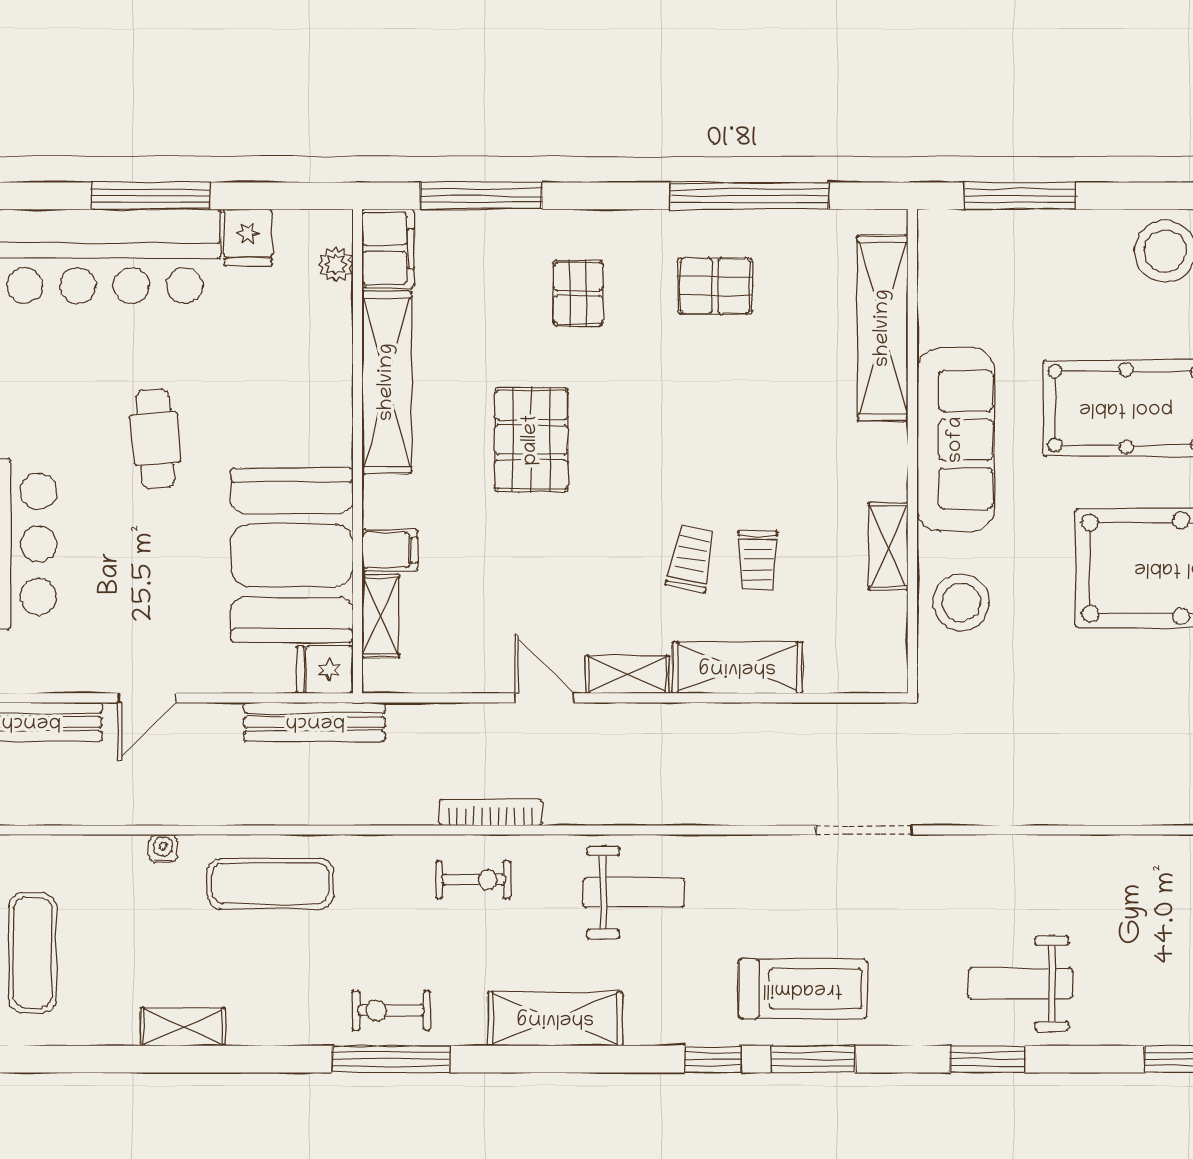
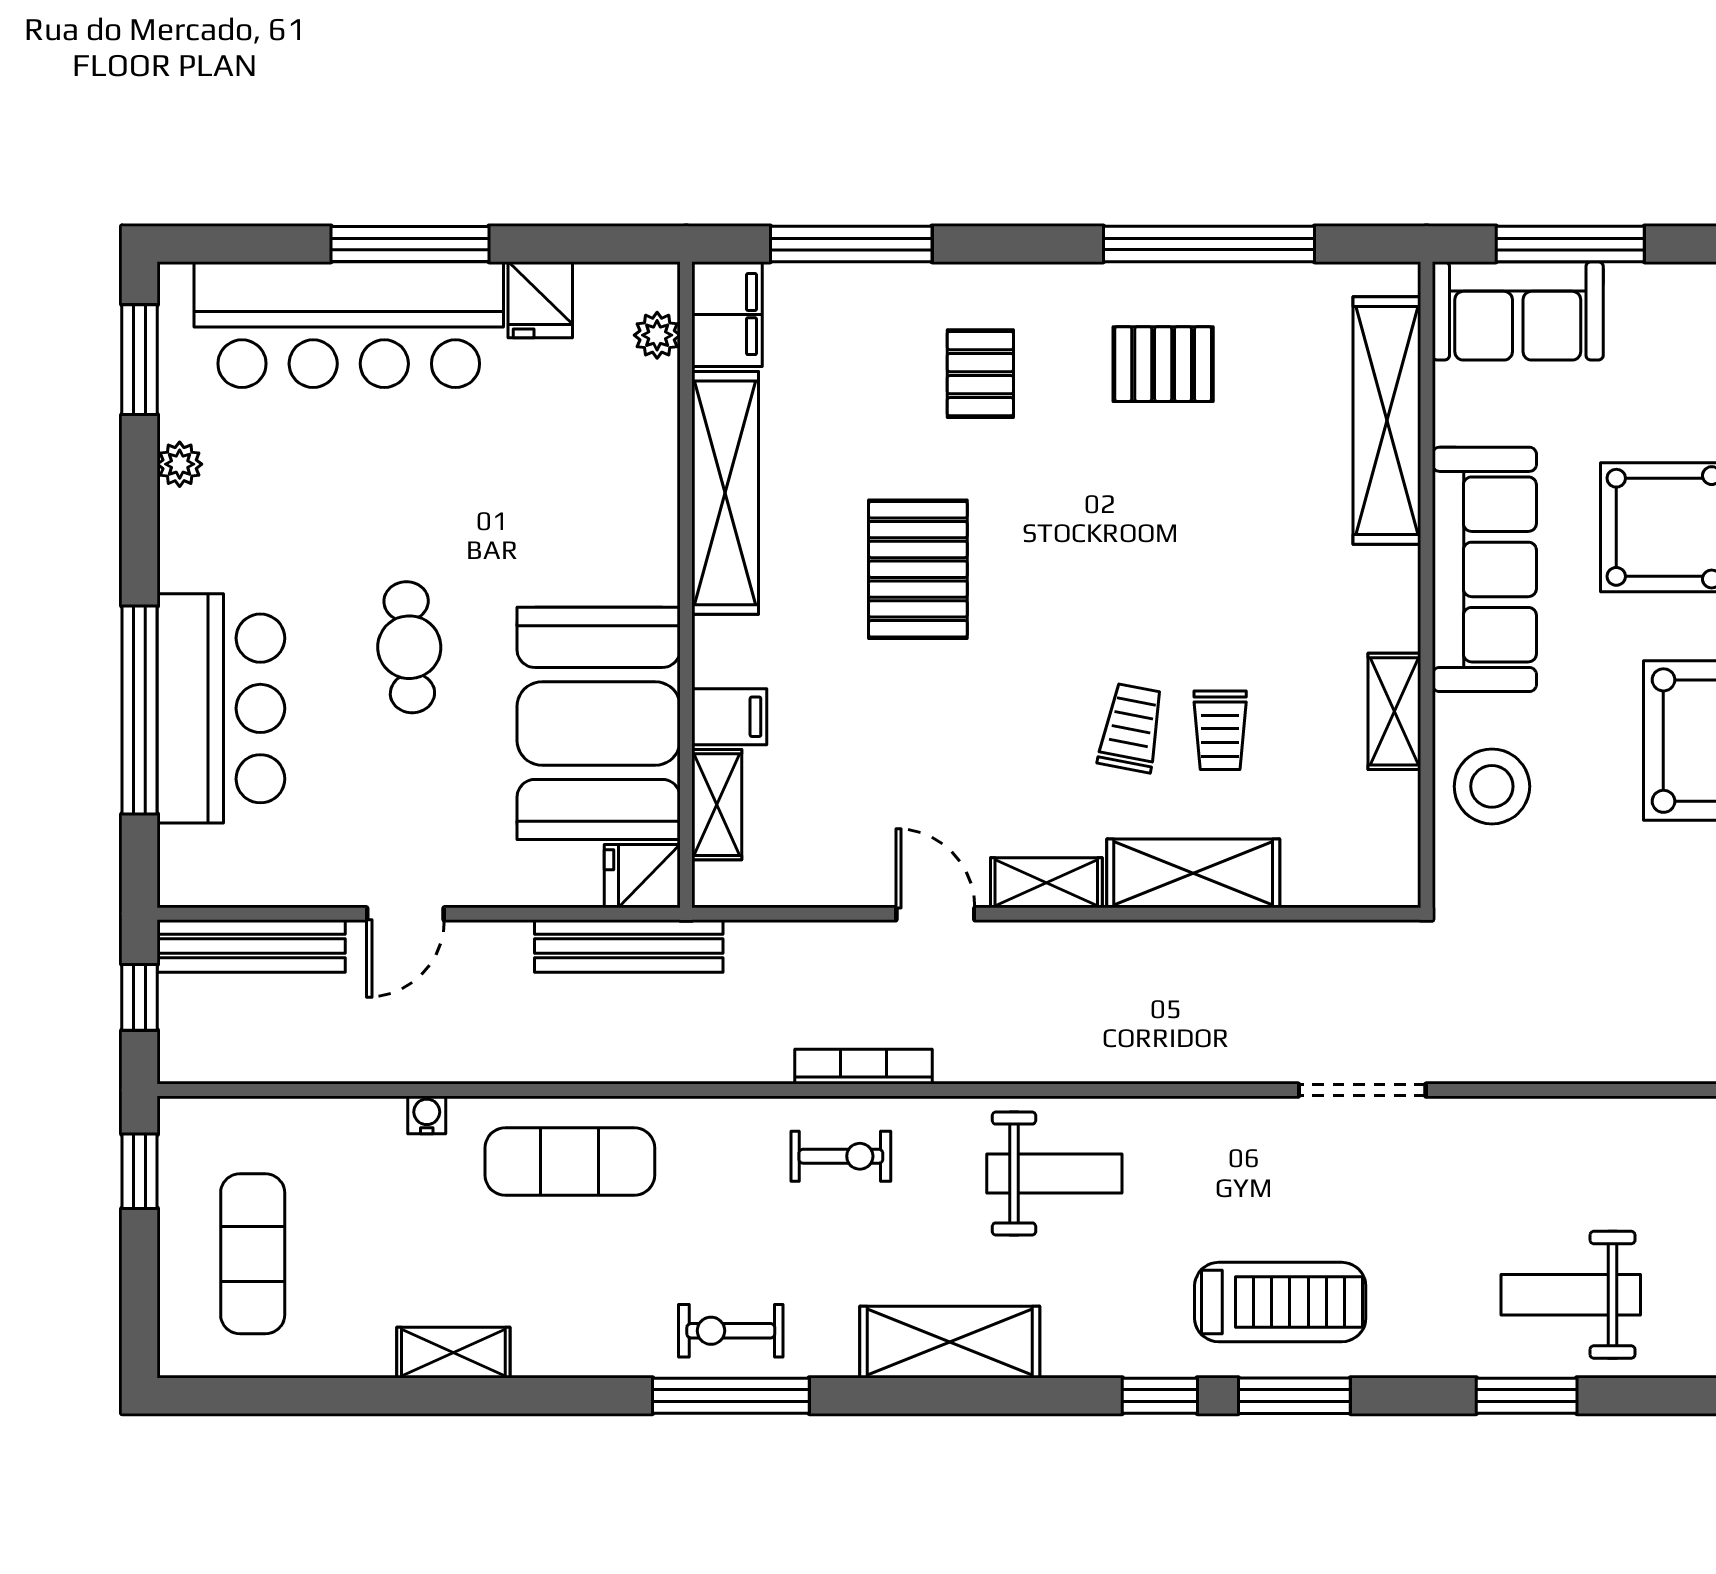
sofa: (981, 246) -> (1518, 311), added
cafe table: (155, 439) -> (409, 647), moved

